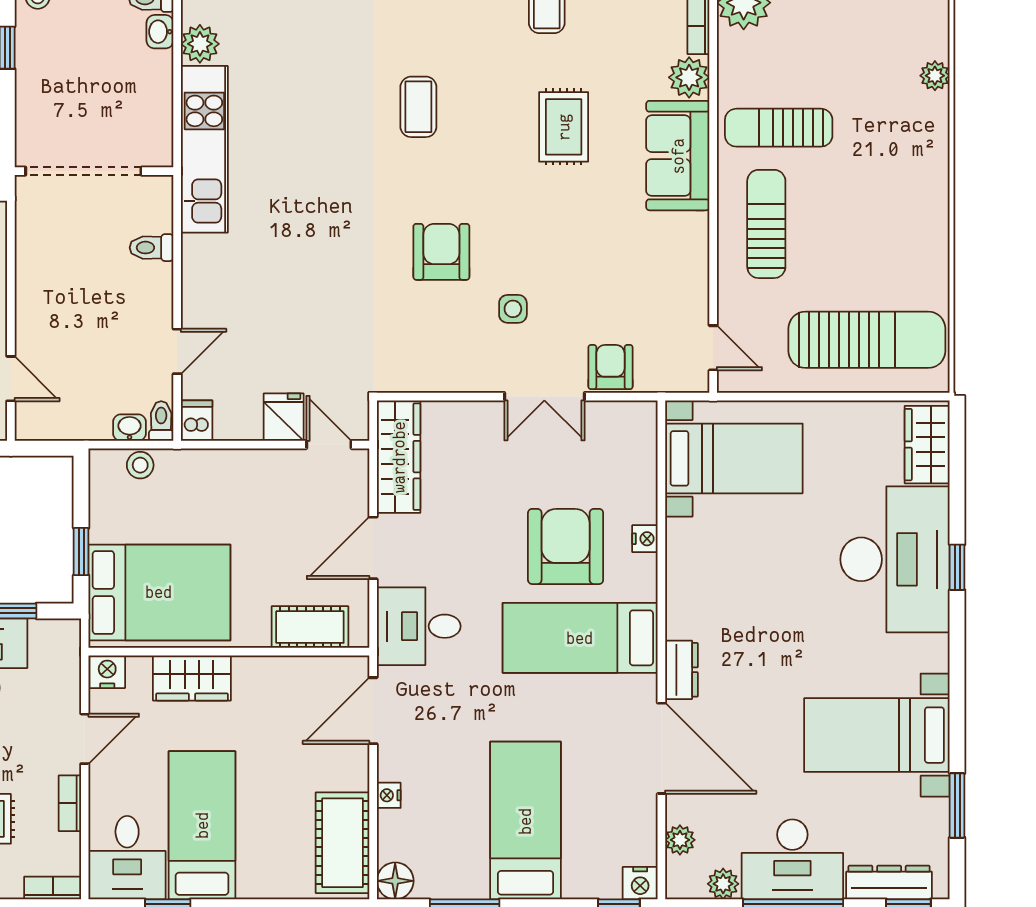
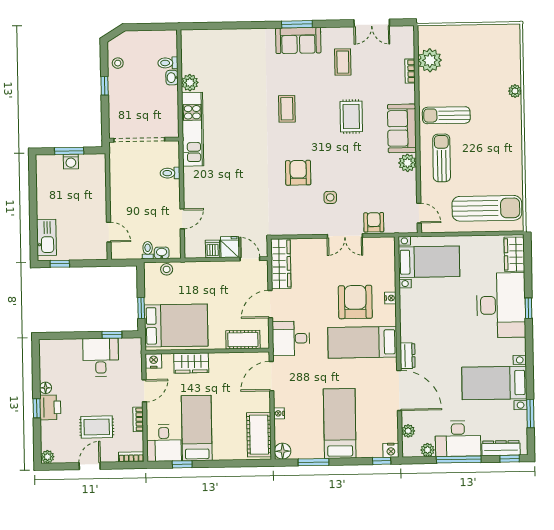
plant: (689, 77) -> (407, 163), moved
toilet: (161, 421) -> (148, 250), moved
dishwasher: (197, 421) -> (213, 249), moved

